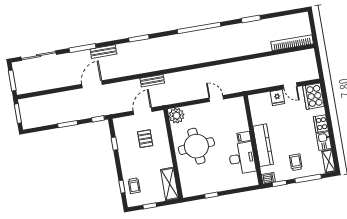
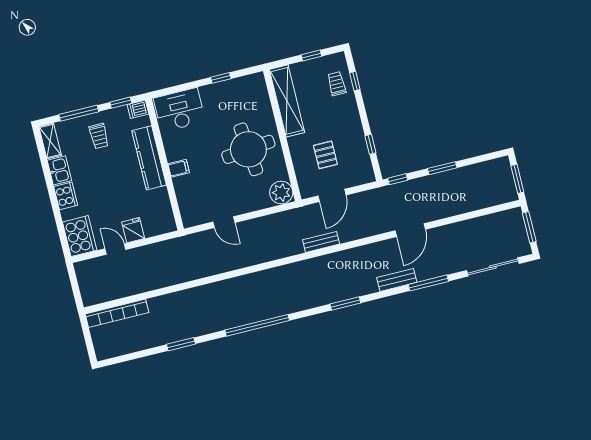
desk: (242, 158) -> (179, 110), moved, turned 90
shelving: (170, 184) -> (287, 101), width x1.47

